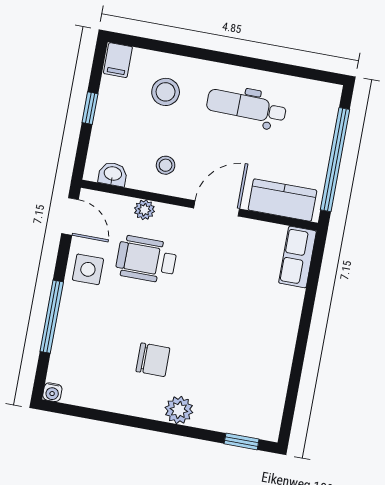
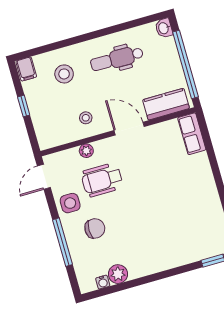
washbasin: (113, 174) -> (164, 28), moved, turned -90
door: (217, 208) -> (129, 129), hinge flipped
door: (70, 217) -> (44, 177), swing flipped
chair: (153, 360) -> (95, 228), moved
water cooler: (52, 392) -> (103, 282), moved
plant: (179, 410) -> (118, 274), moved

